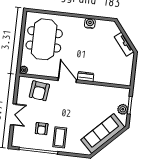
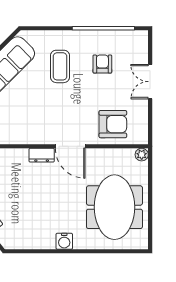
water cooler: (90, 23) -> (64, 241), moved
armchair: (39, 91) -> (113, 124), turned 83
coffee table: (60, 137) -> (60, 66), moved

